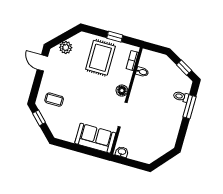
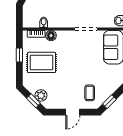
window: (62, 38) -> (33, 101), added
door: (42, 63) -> (73, 112), moved
floor lamp: (122, 91) -> (51, 36), moved

